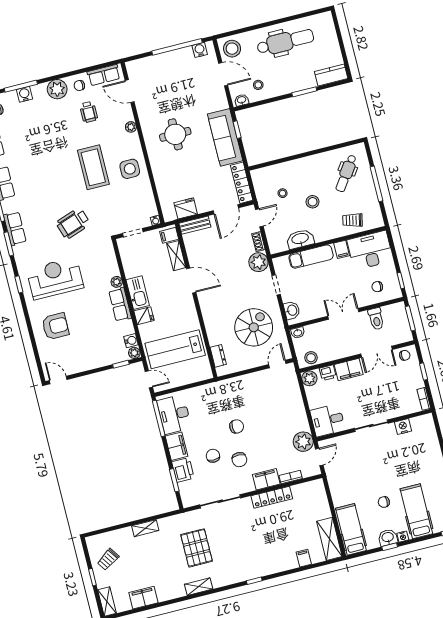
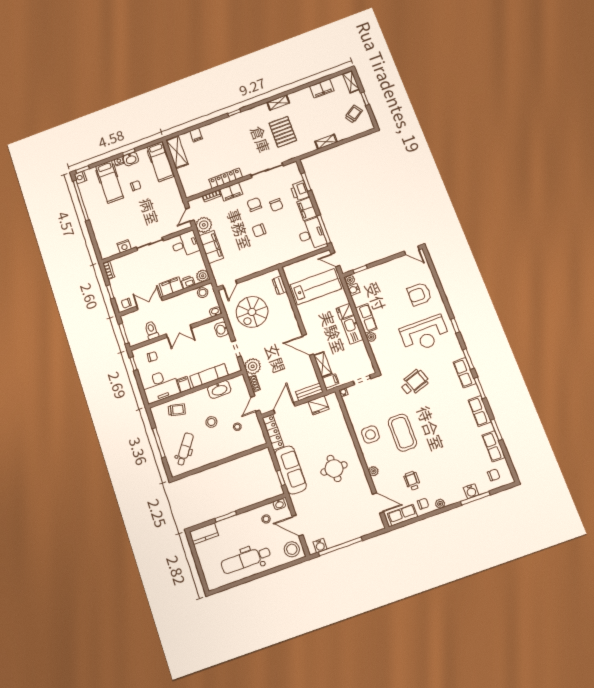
plant: (57, 89) -> (440, 504), width x0.53, depth x0.53
filing cabinet: (296, 413) -> (211, 247), added

